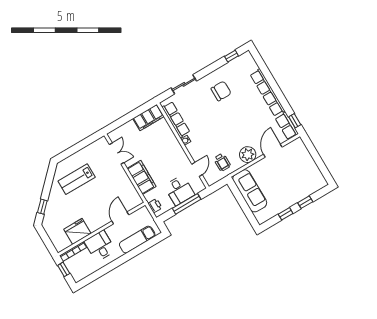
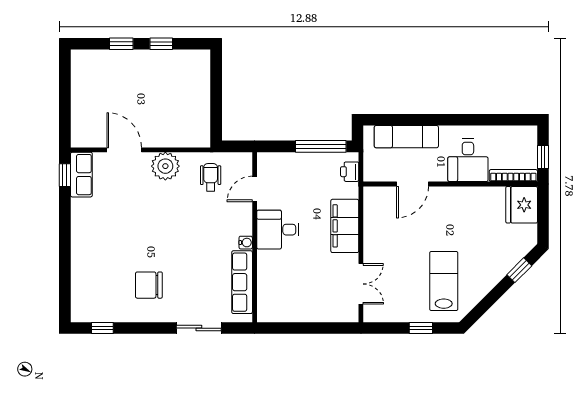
row of seats: (267, 93) -> (81, 242), removed
filing cabinet: (148, 117) -> (281, 310), removed
window: (74, 149) -> (421, 328), added
door: (273, 151) -> (124, 150), swing flipped
double door: (117, 154) -> (361, 284), swing flipped
lab bench: (77, 179) -> (444, 281), turned -90
desk: (179, 190) -> (278, 230), moved, turned -90
sofa: (250, 191) -> (195, 110), removed
window: (187, 204) -> (321, 146), moved
fridge: (77, 231) -> (522, 205), moved, turned 90

